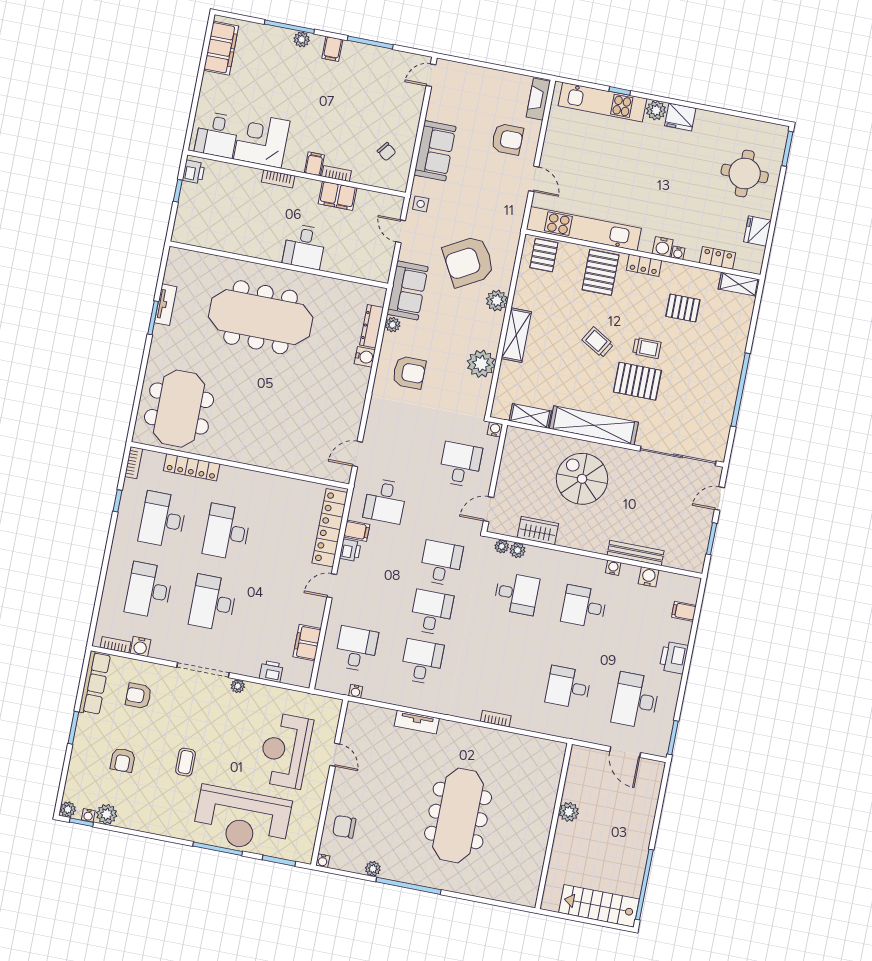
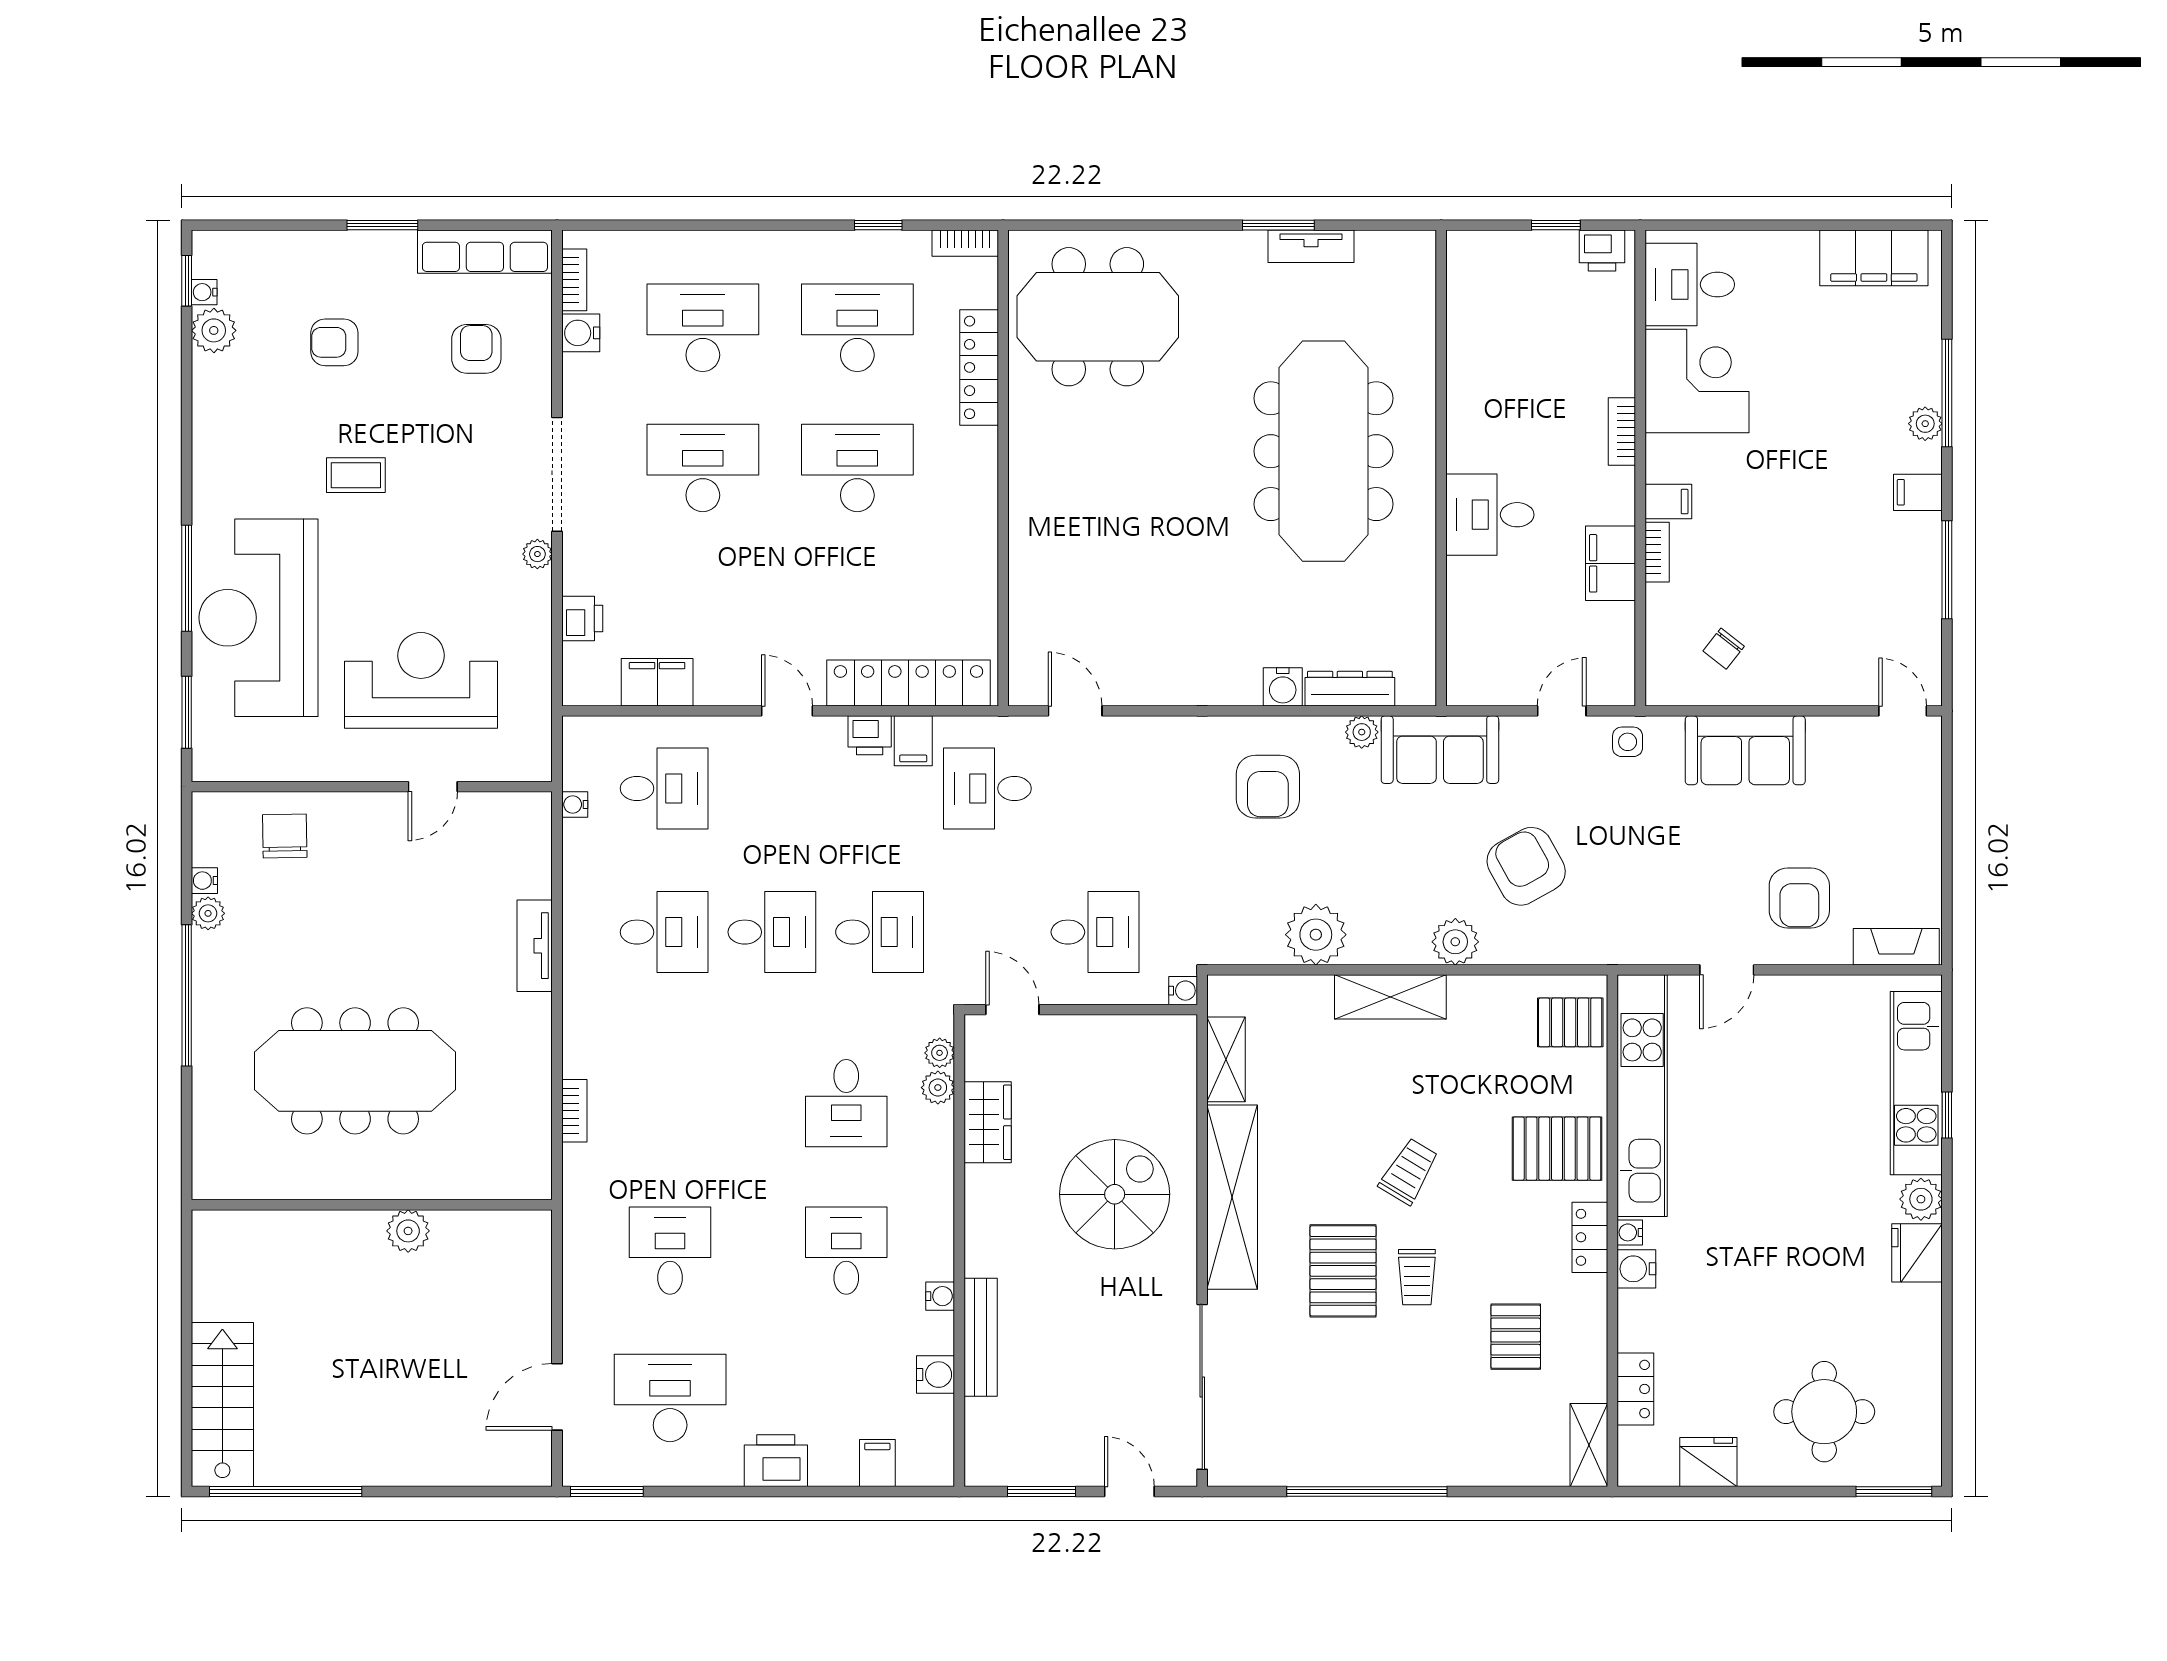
water cooler: (678, 253) -> (1630, 1232), moved
armchair: (469, 261) -> (1526, 866), width x0.73, depth x0.73
plant: (68, 809) -> (208, 247), removed
plant: (569, 812) -> (408, 1231), moved
wall: (554, 826) -> (372, 1205), moved
water cooler: (323, 861) -> (204, 881), moved

